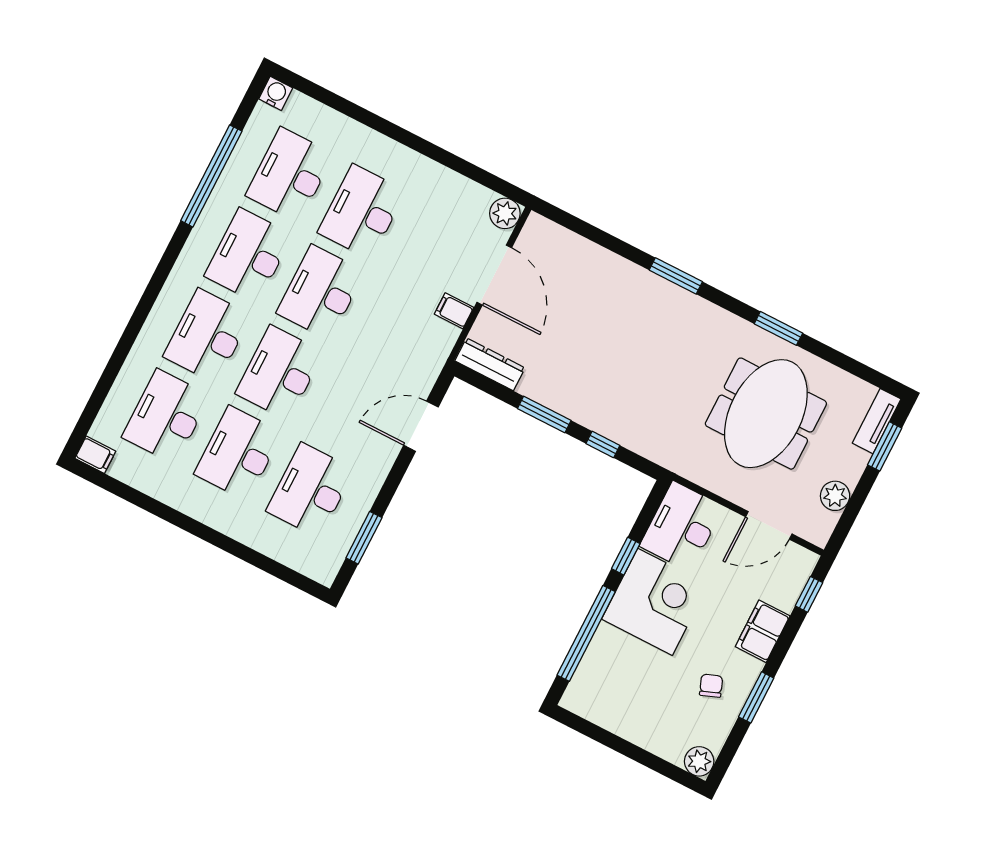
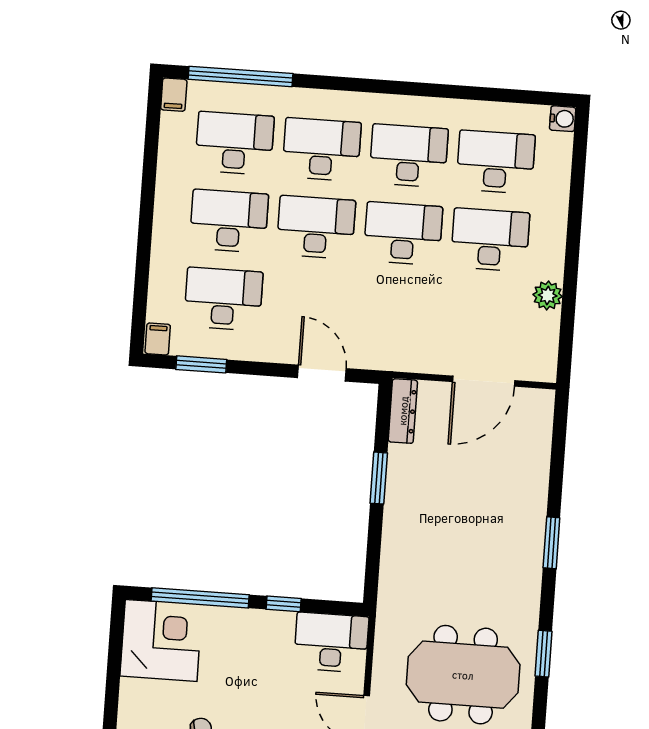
window: (211, 176) -> (240, 76), moved
plant: (505, 213) -> (548, 295), moved
filing cabinet: (454, 311) -> (158, 339), moved
window: (603, 444) -> (374, 541), removed
corner desk: (655, 602) -> (161, 640), moved, turned -90

